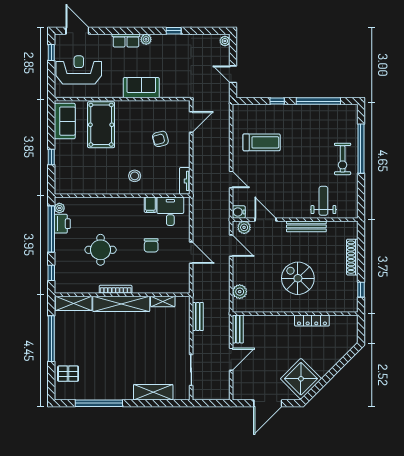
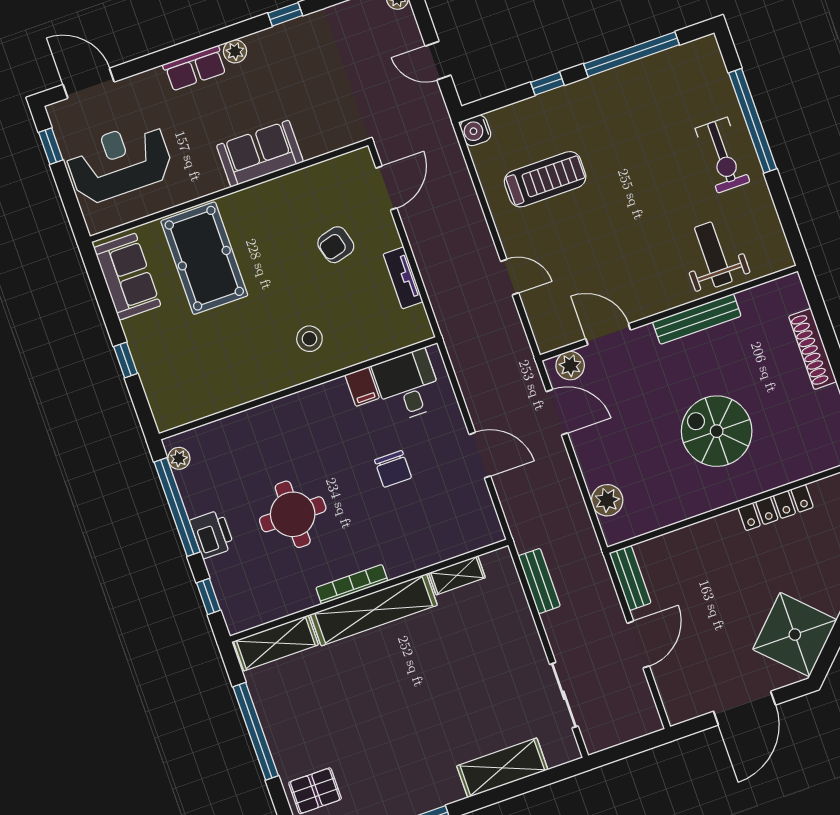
tv unit: (185, 181) -> (403, 278), moved
water cooler: (239, 212) -> (476, 130), moved
printer: (62, 224) -> (212, 534), moved

